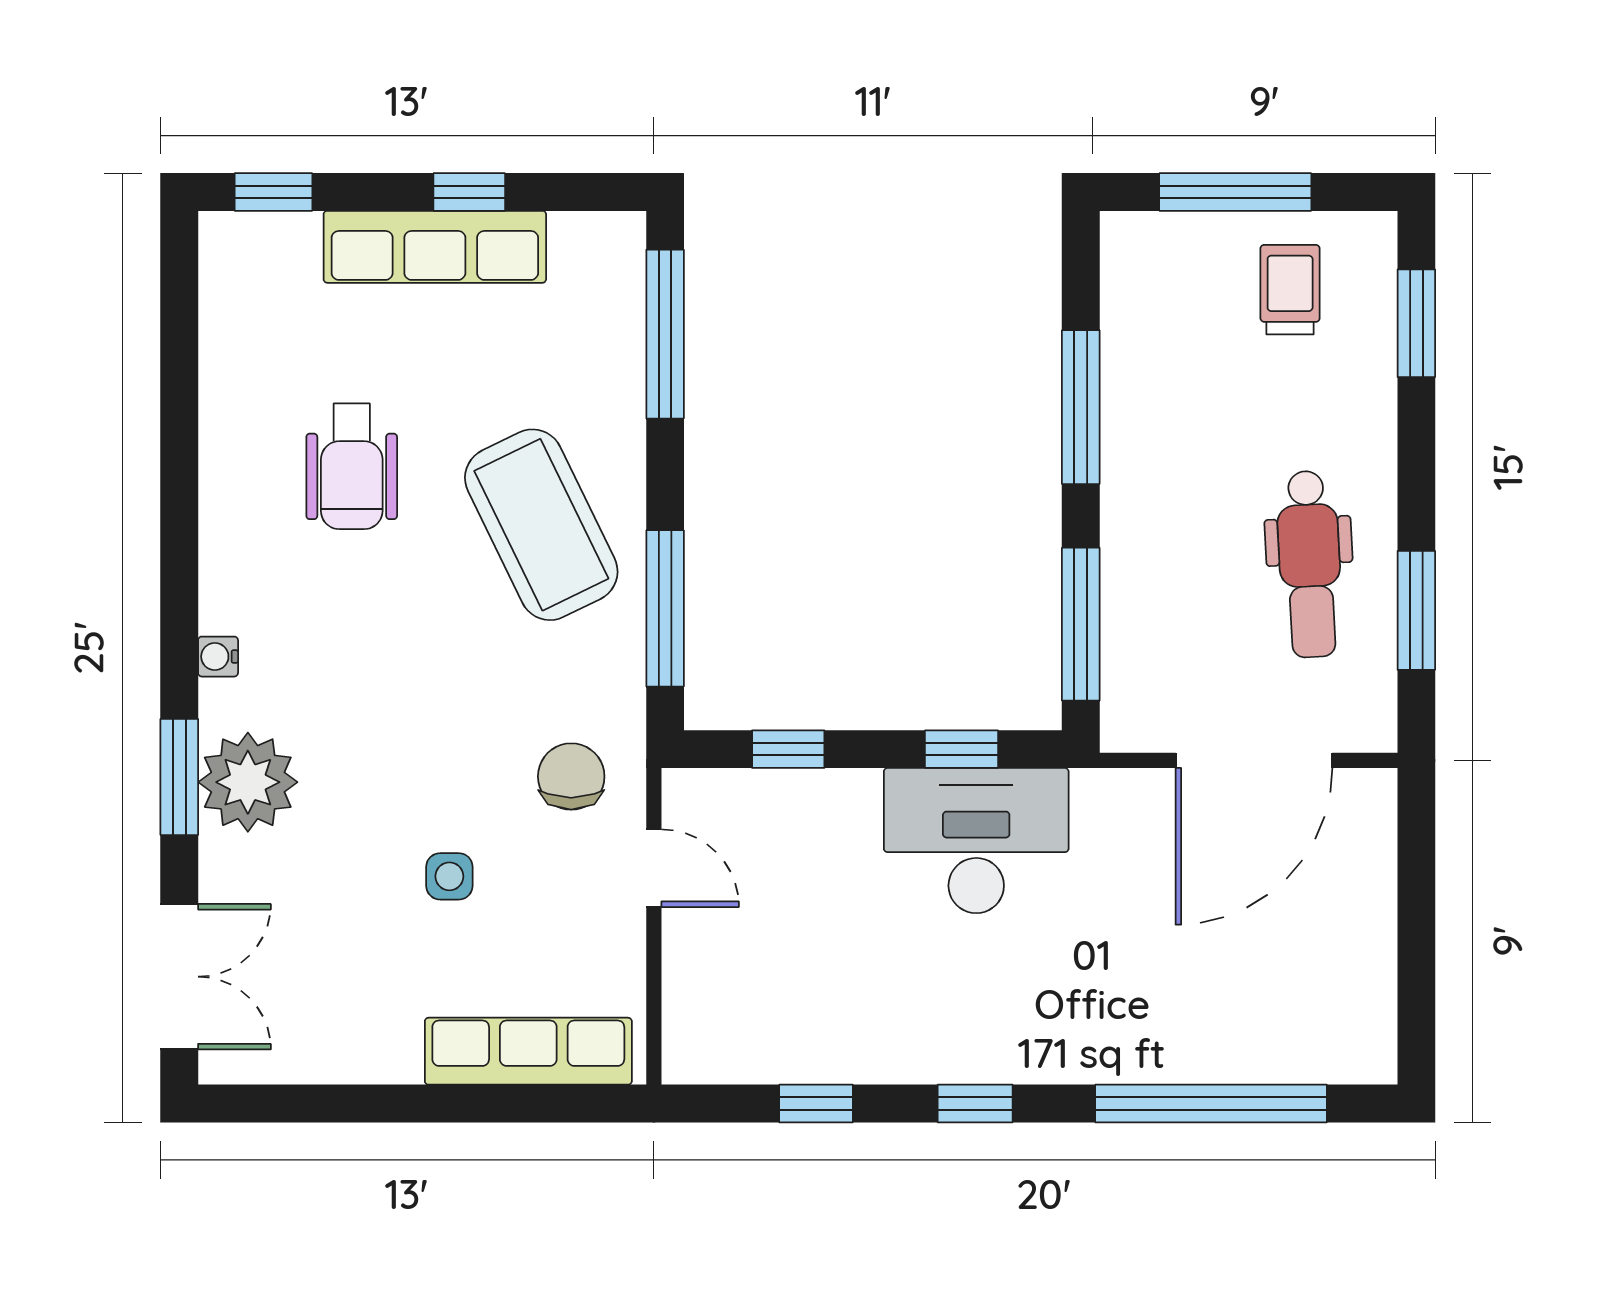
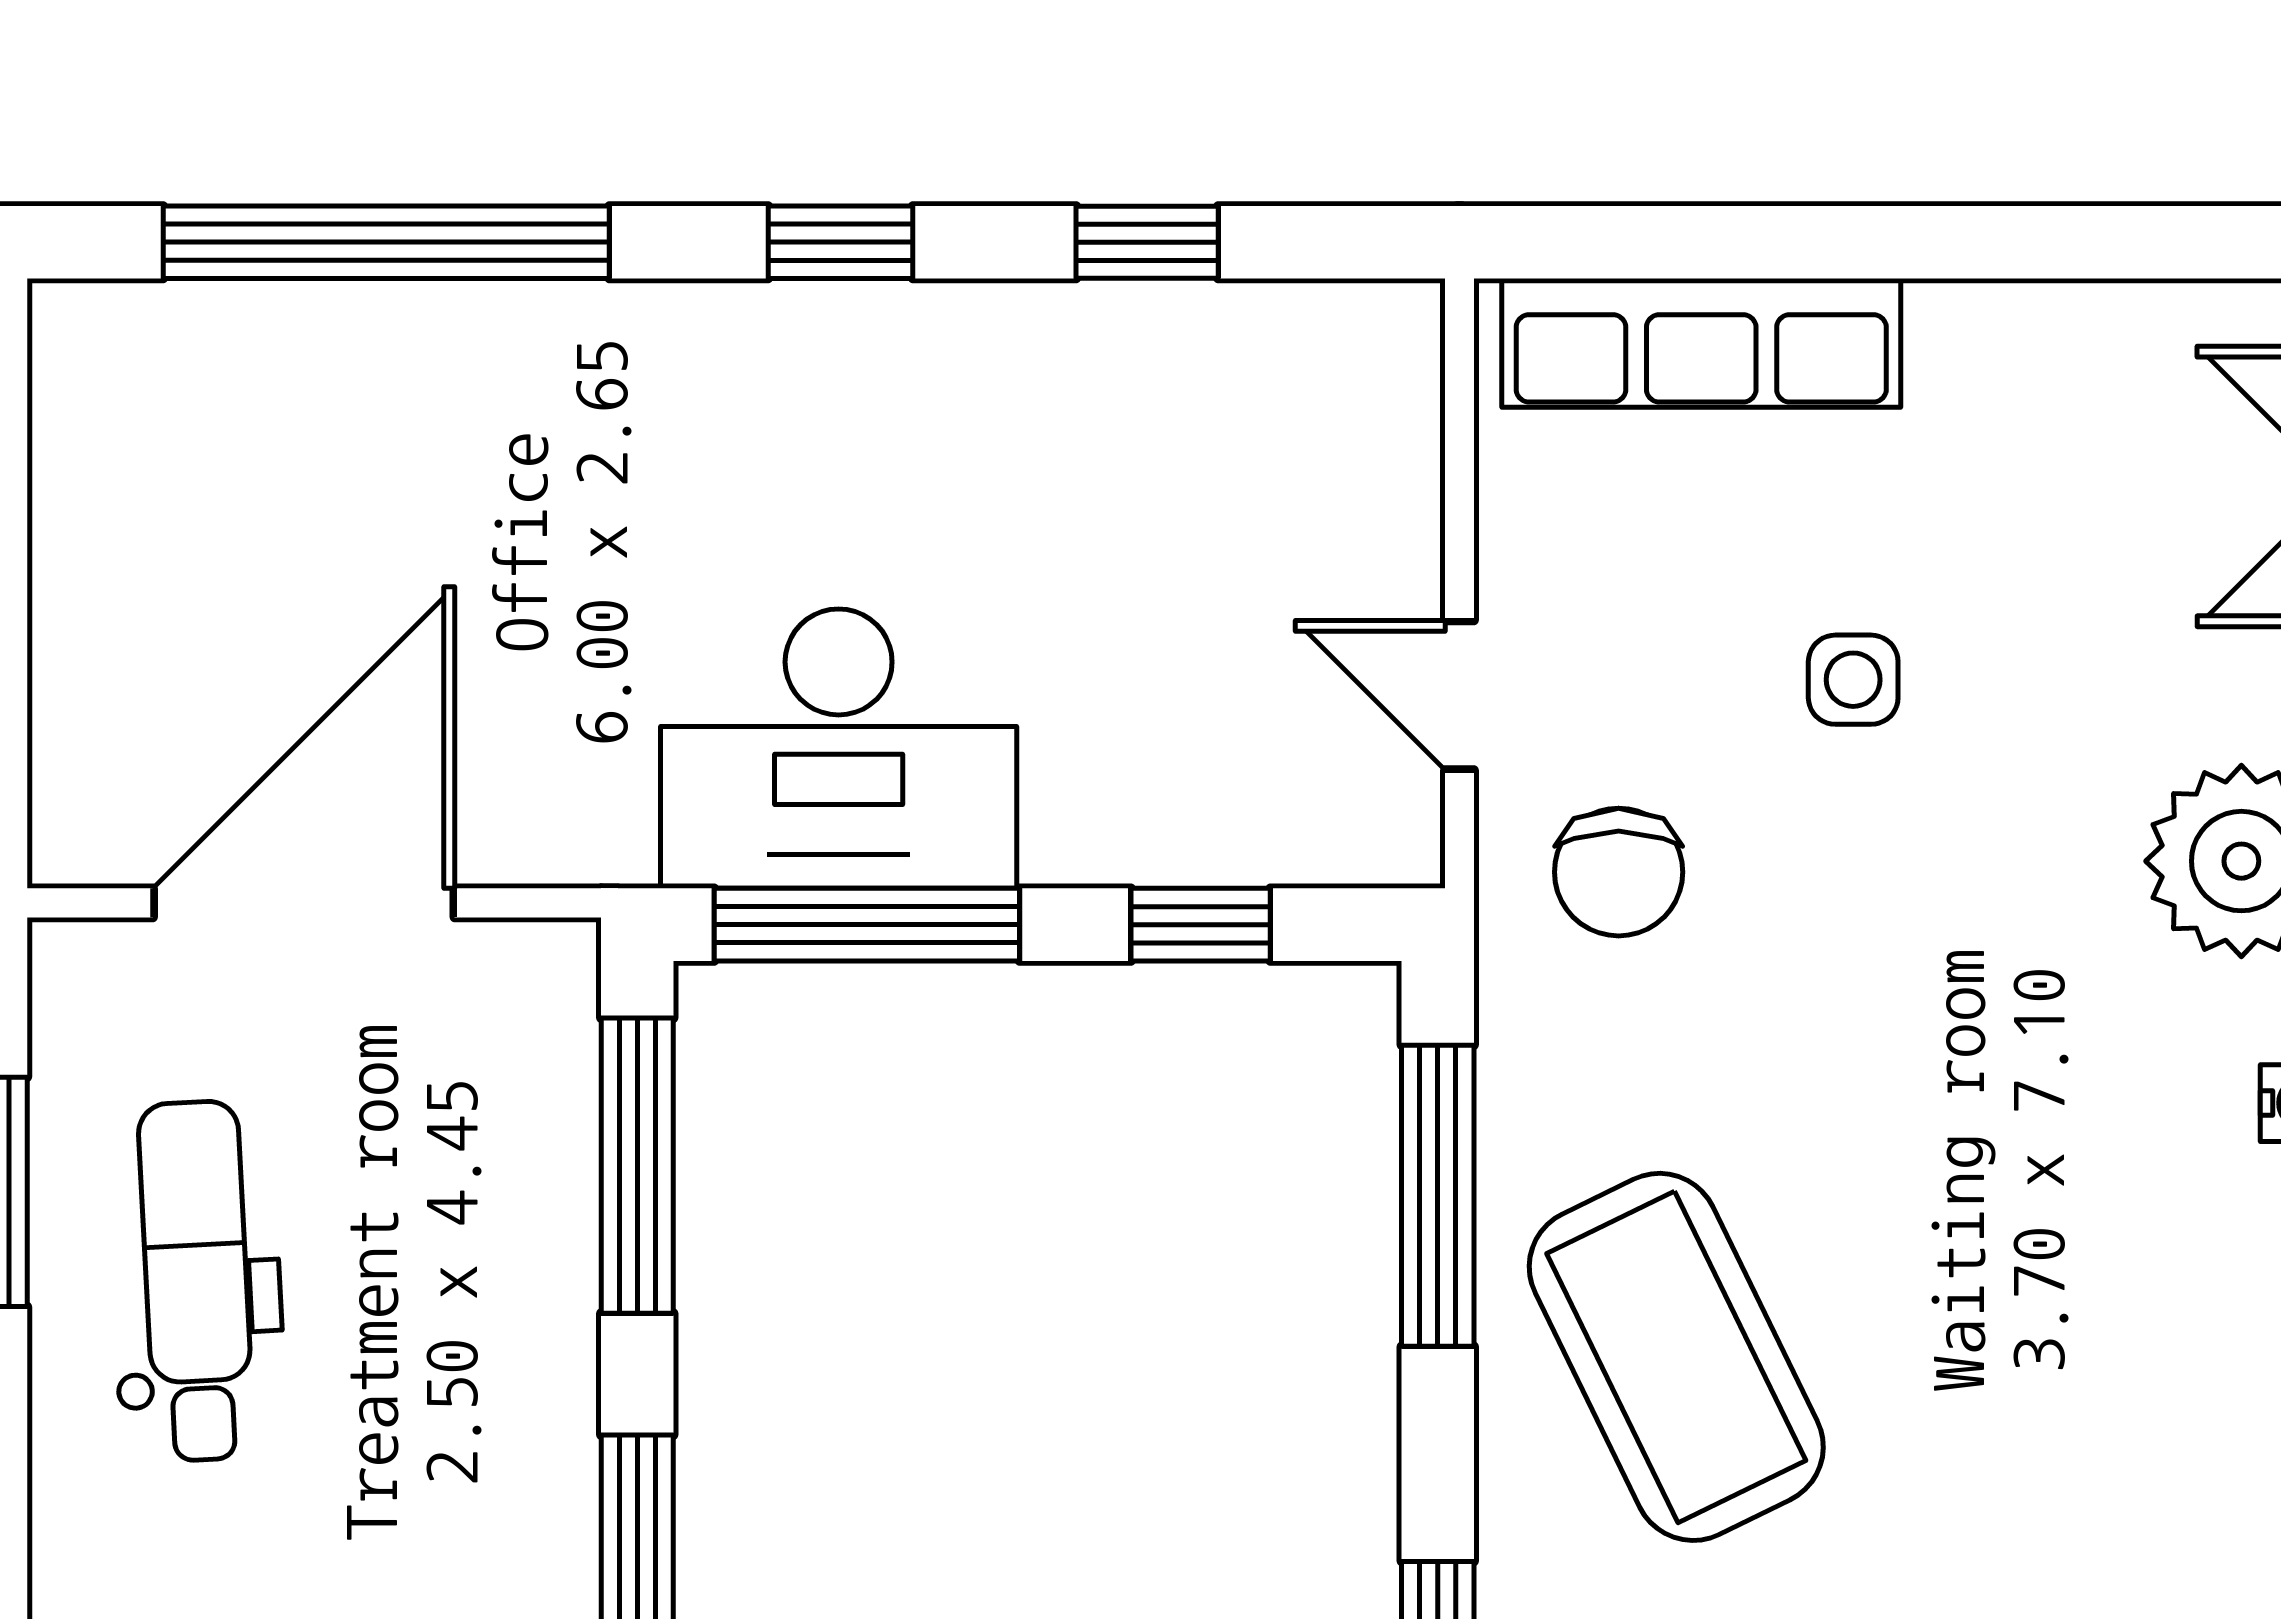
wheelchair: (352, 466) -> (2041, 1469), removed
window: (962, 749) -> (867, 925), width x2.17

